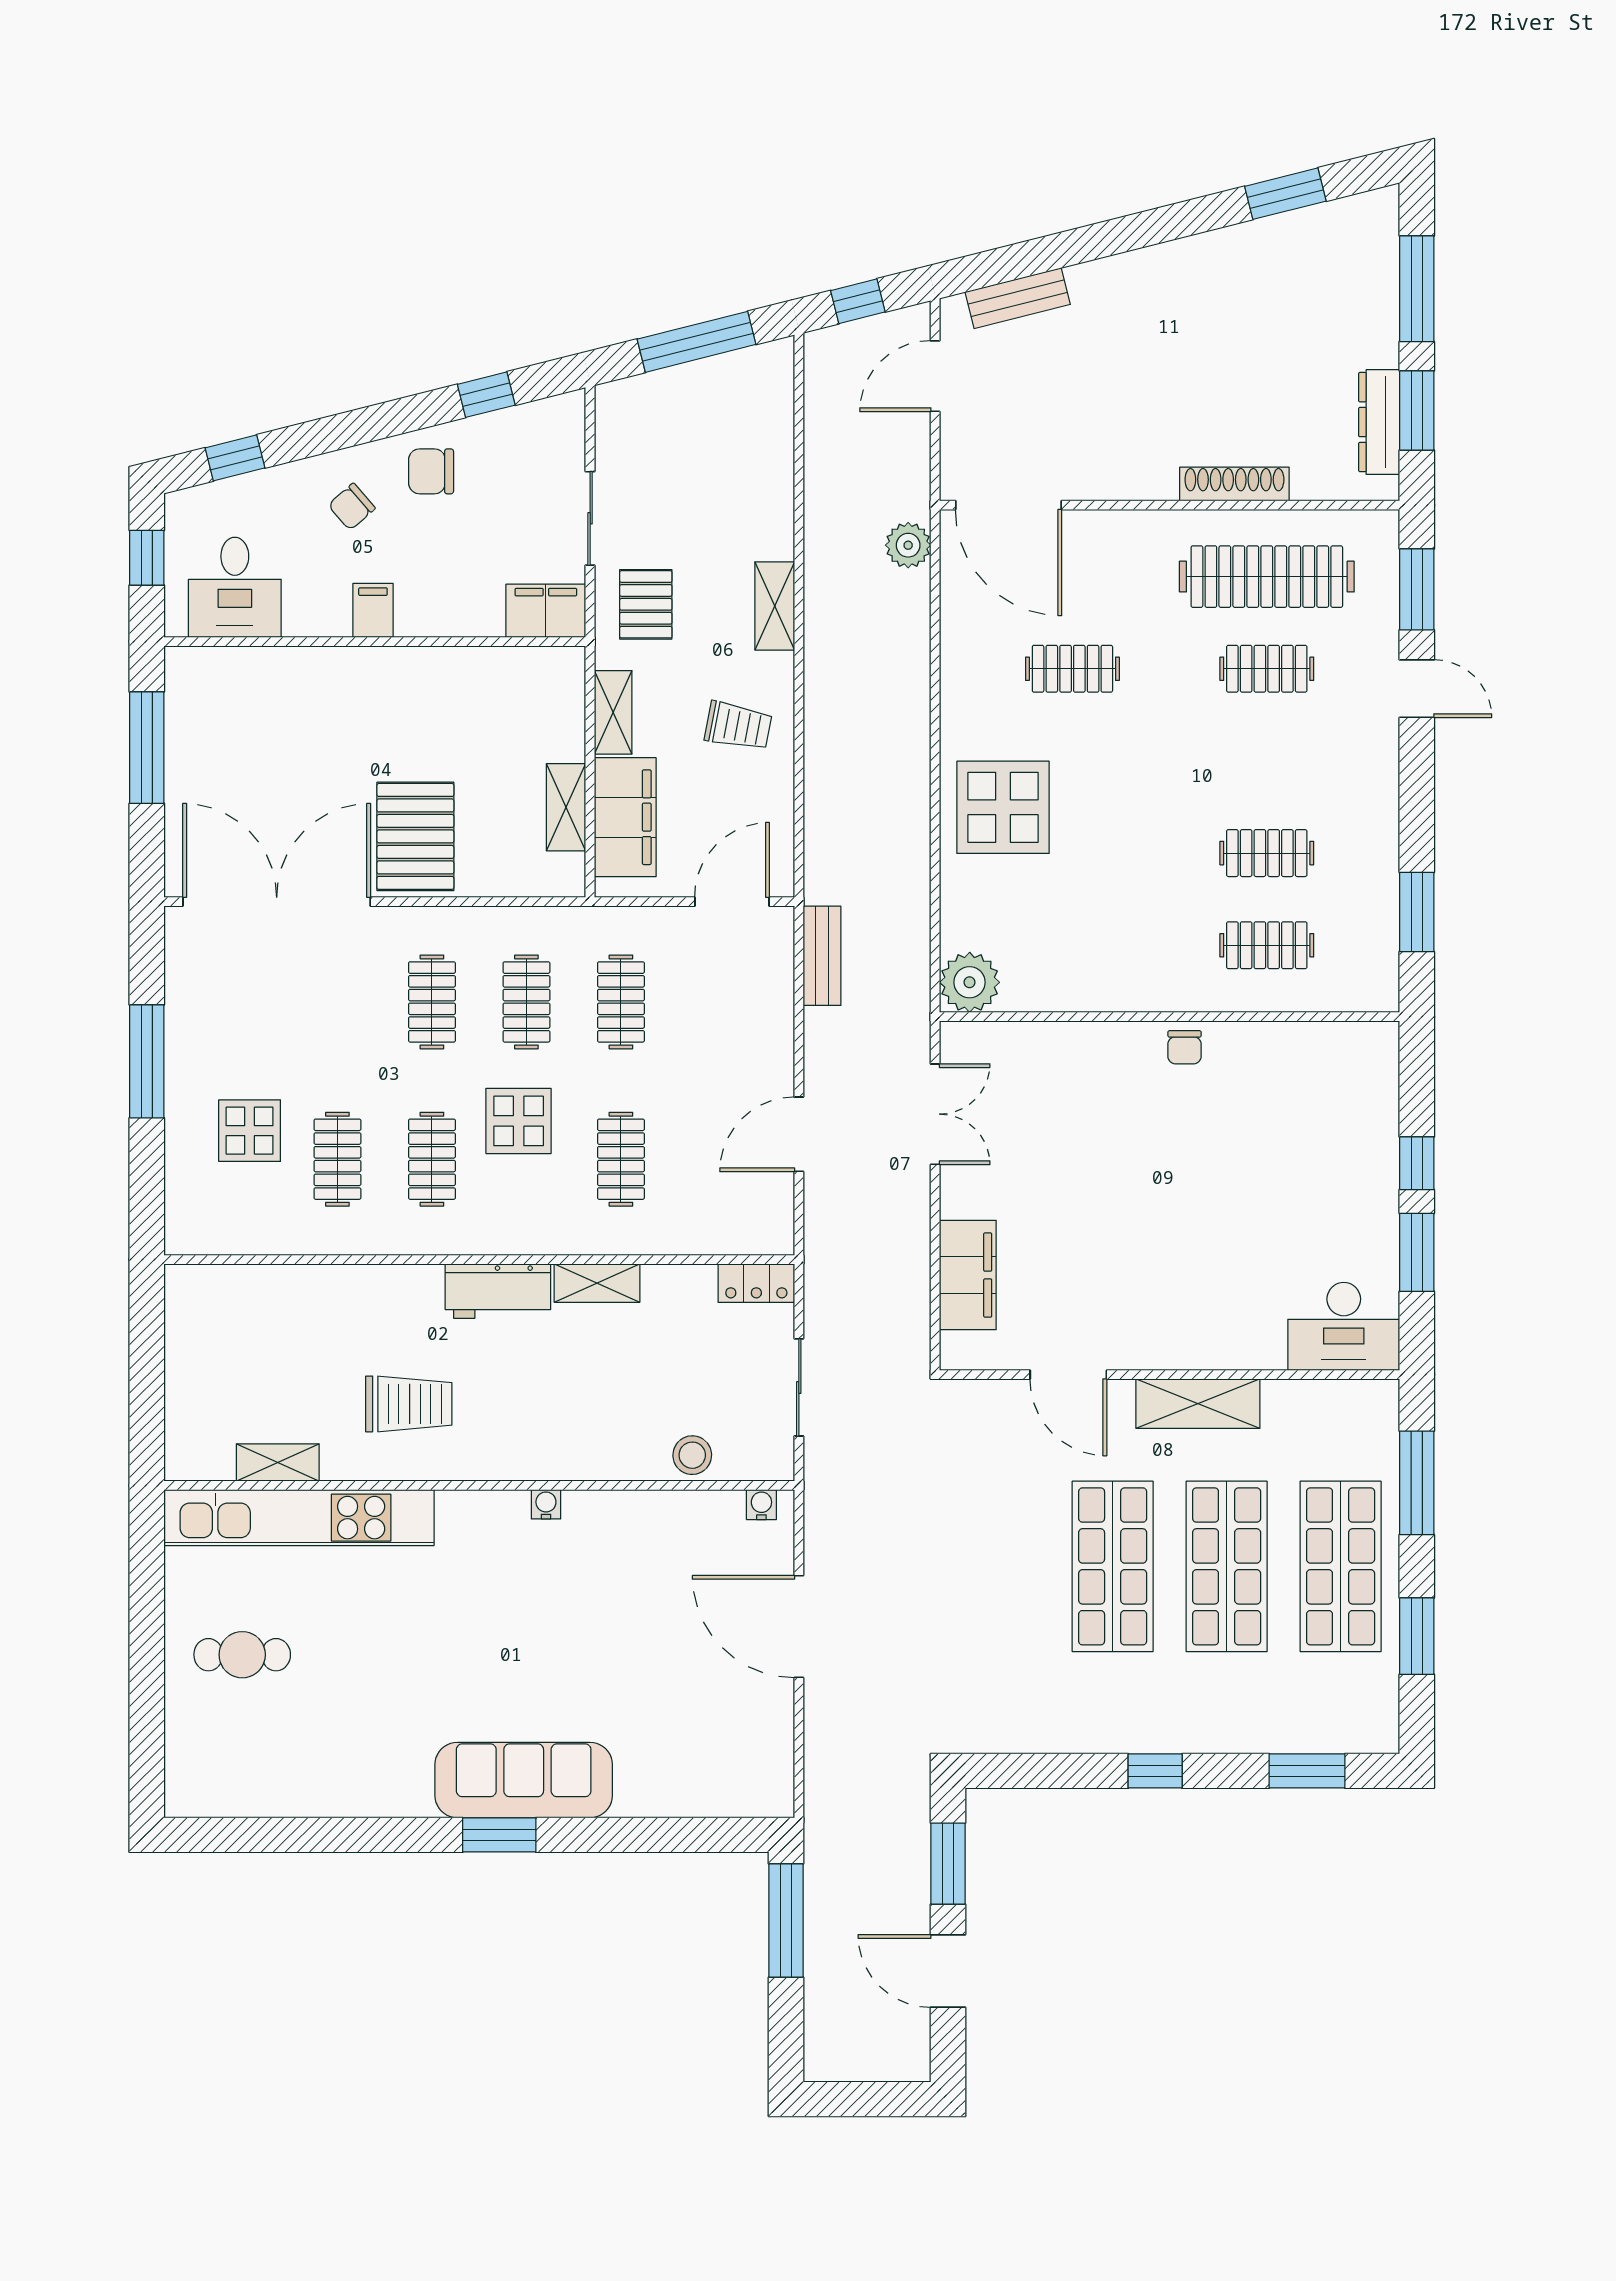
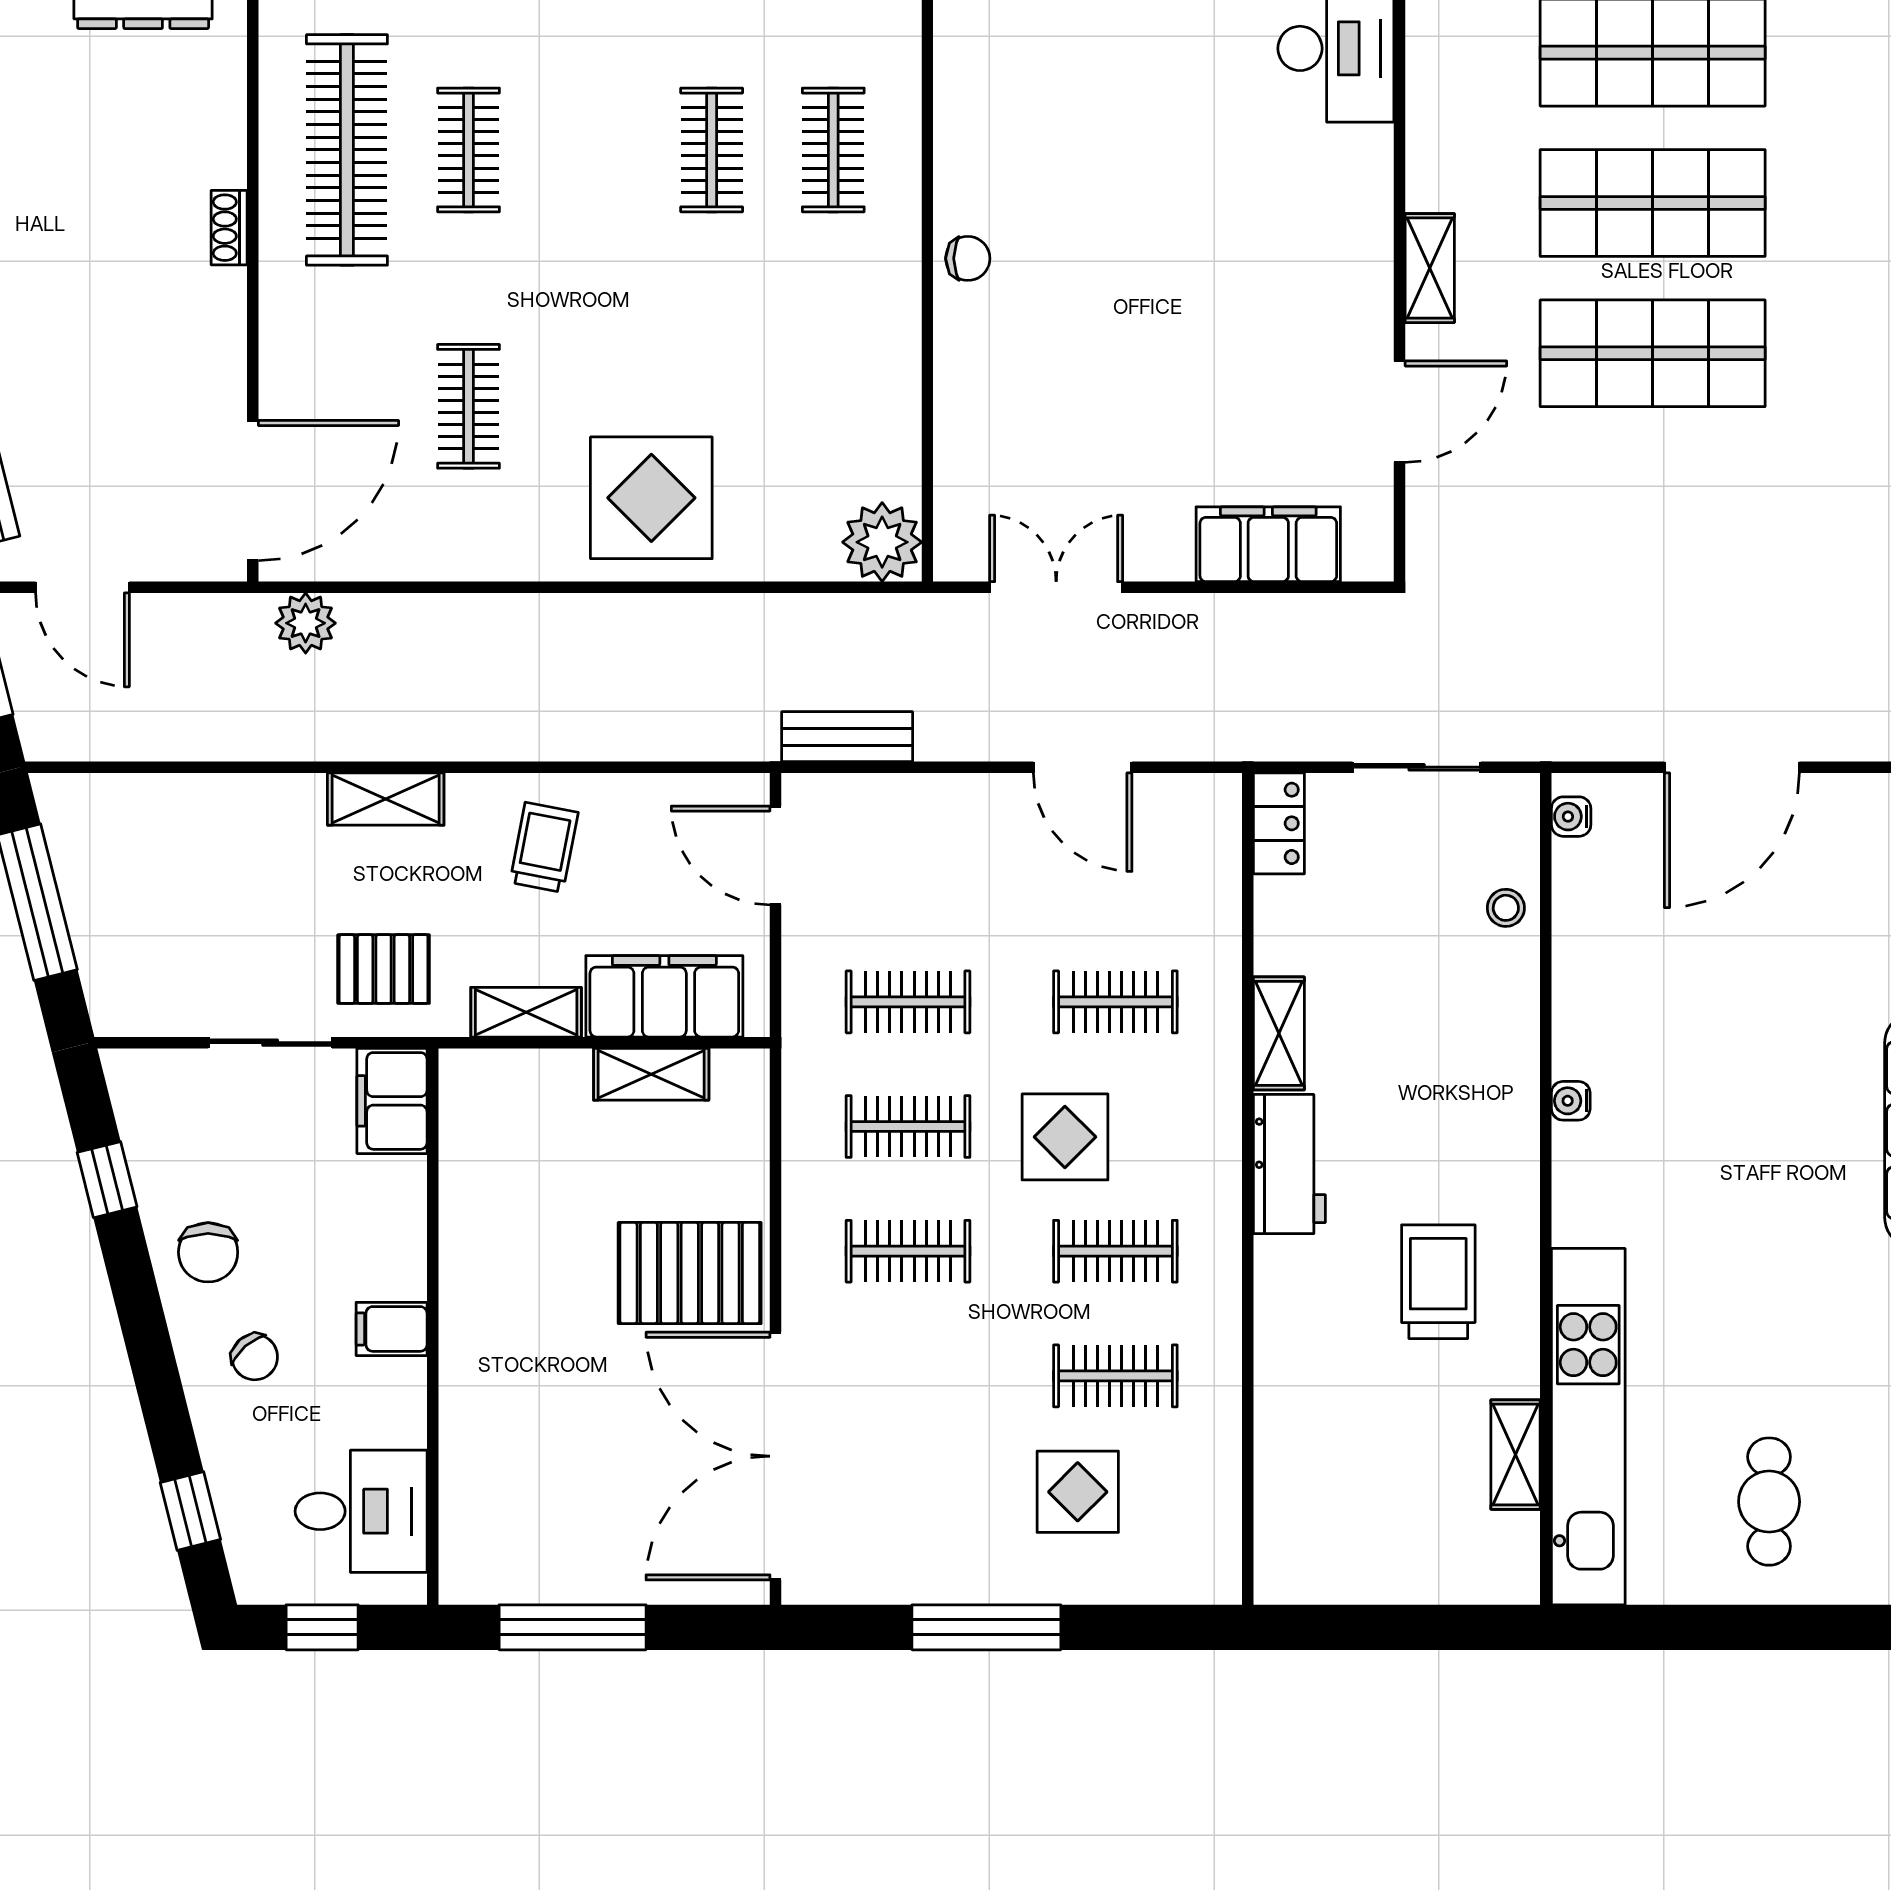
shoe rack: (1234, 484) -> (229, 228), width x0.51, depth x0.81
shelving: (1198, 1404) -> (1430, 268), width x0.67, depth x0.75
stool: (692, 1455) -> (1506, 908), width x0.73, depth x0.73

